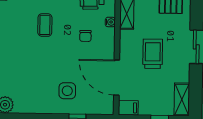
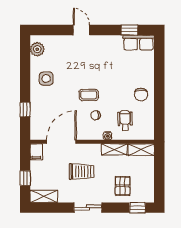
coffee table: (45, 25) -> (89, 95), moved
side table: (67, 91) -> (46, 79), moved

